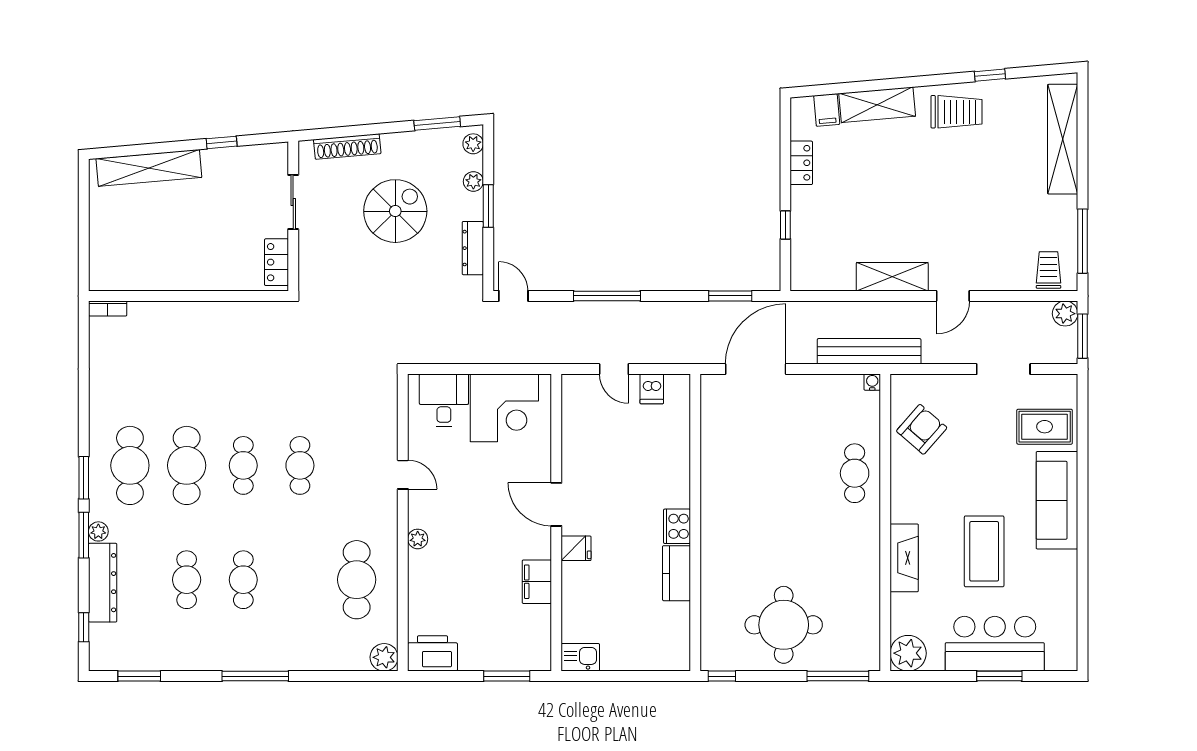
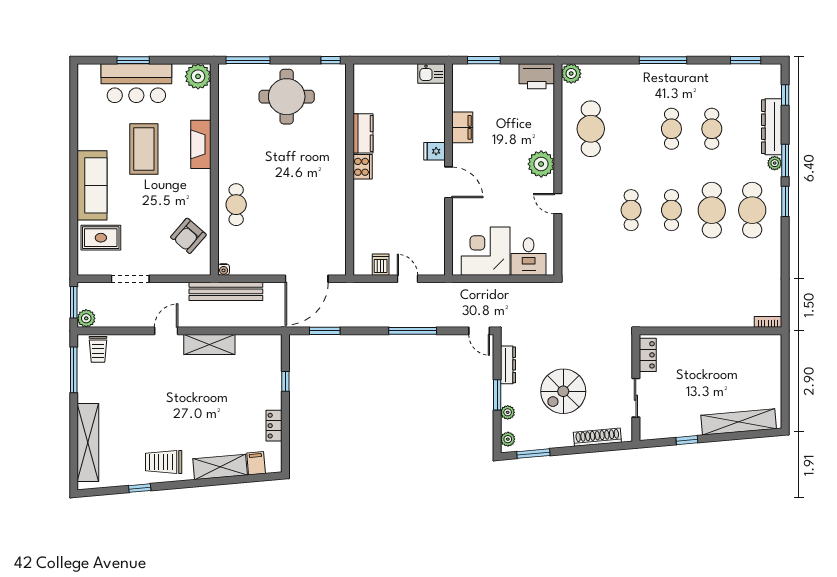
plant: (418, 539) -> (541, 164), width x1.87, depth x1.87

